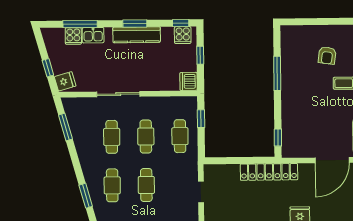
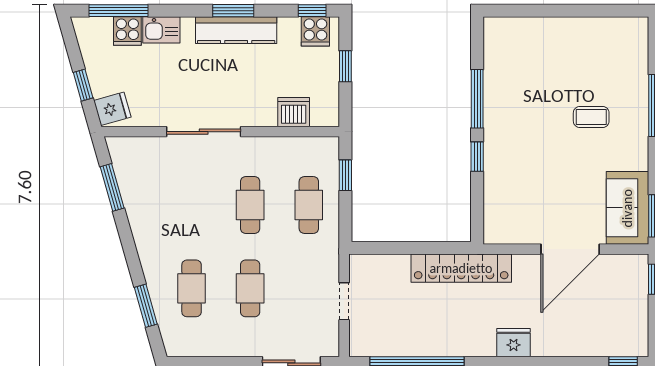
window: (80, 24) -> (118, 11), moved
armchair: (327, 56) -> (563, 69), removed
dishwasher: (189, 81) -> (294, 112), moved, turned 90
cafe table: (112, 137) -> (192, 205), removed
window: (278, 138) -> (477, 157), moved

